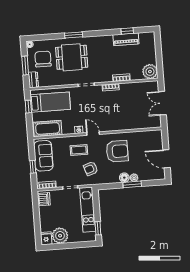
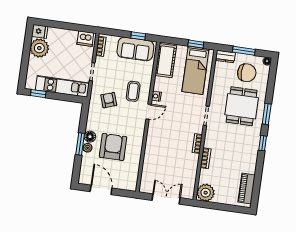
window: (127, 31) -> (263, 143), moved
piano: (126, 39) -> (247, 188), moved
armchair: (117, 151) -> (113, 147), moved, turned 180
door: (167, 159) -> (101, 190), hinge flipped
window: (33, 167) -> (138, 36), moved

